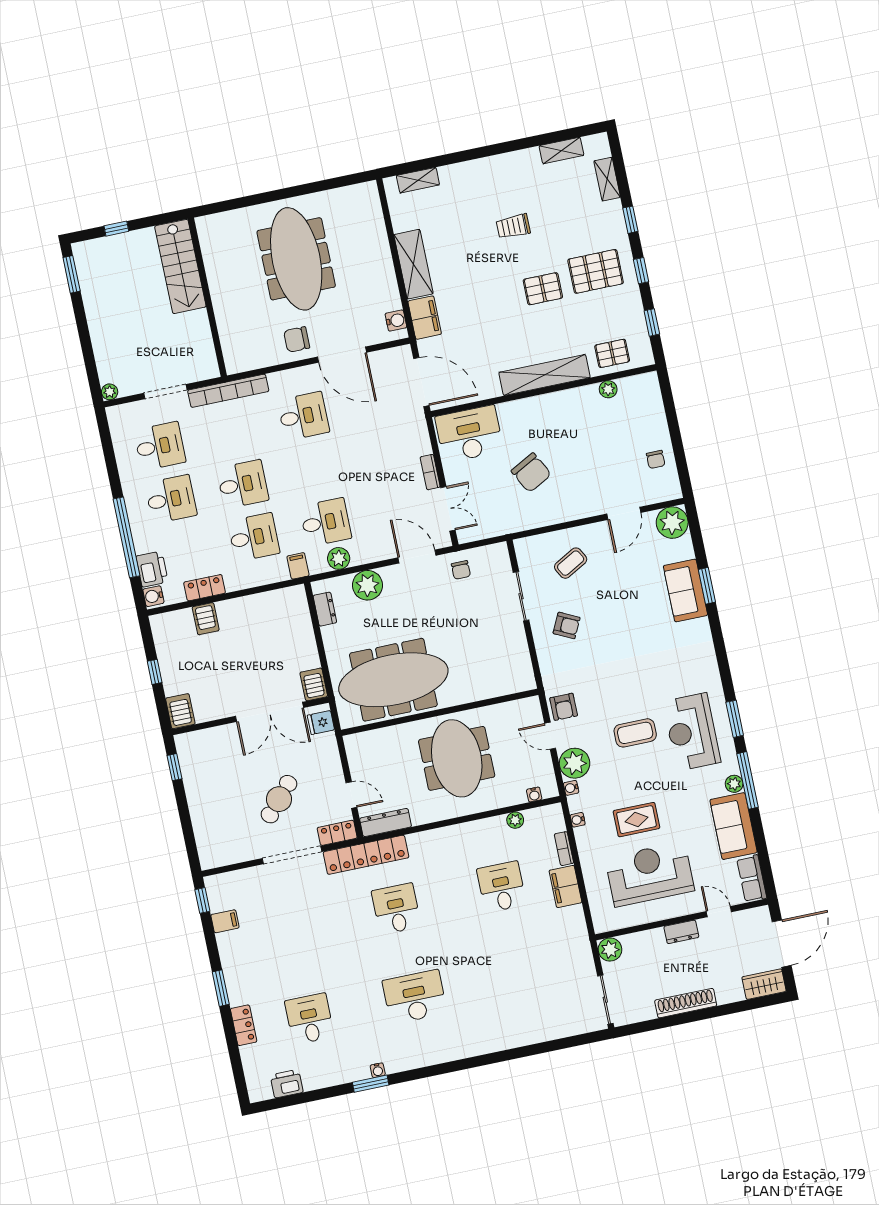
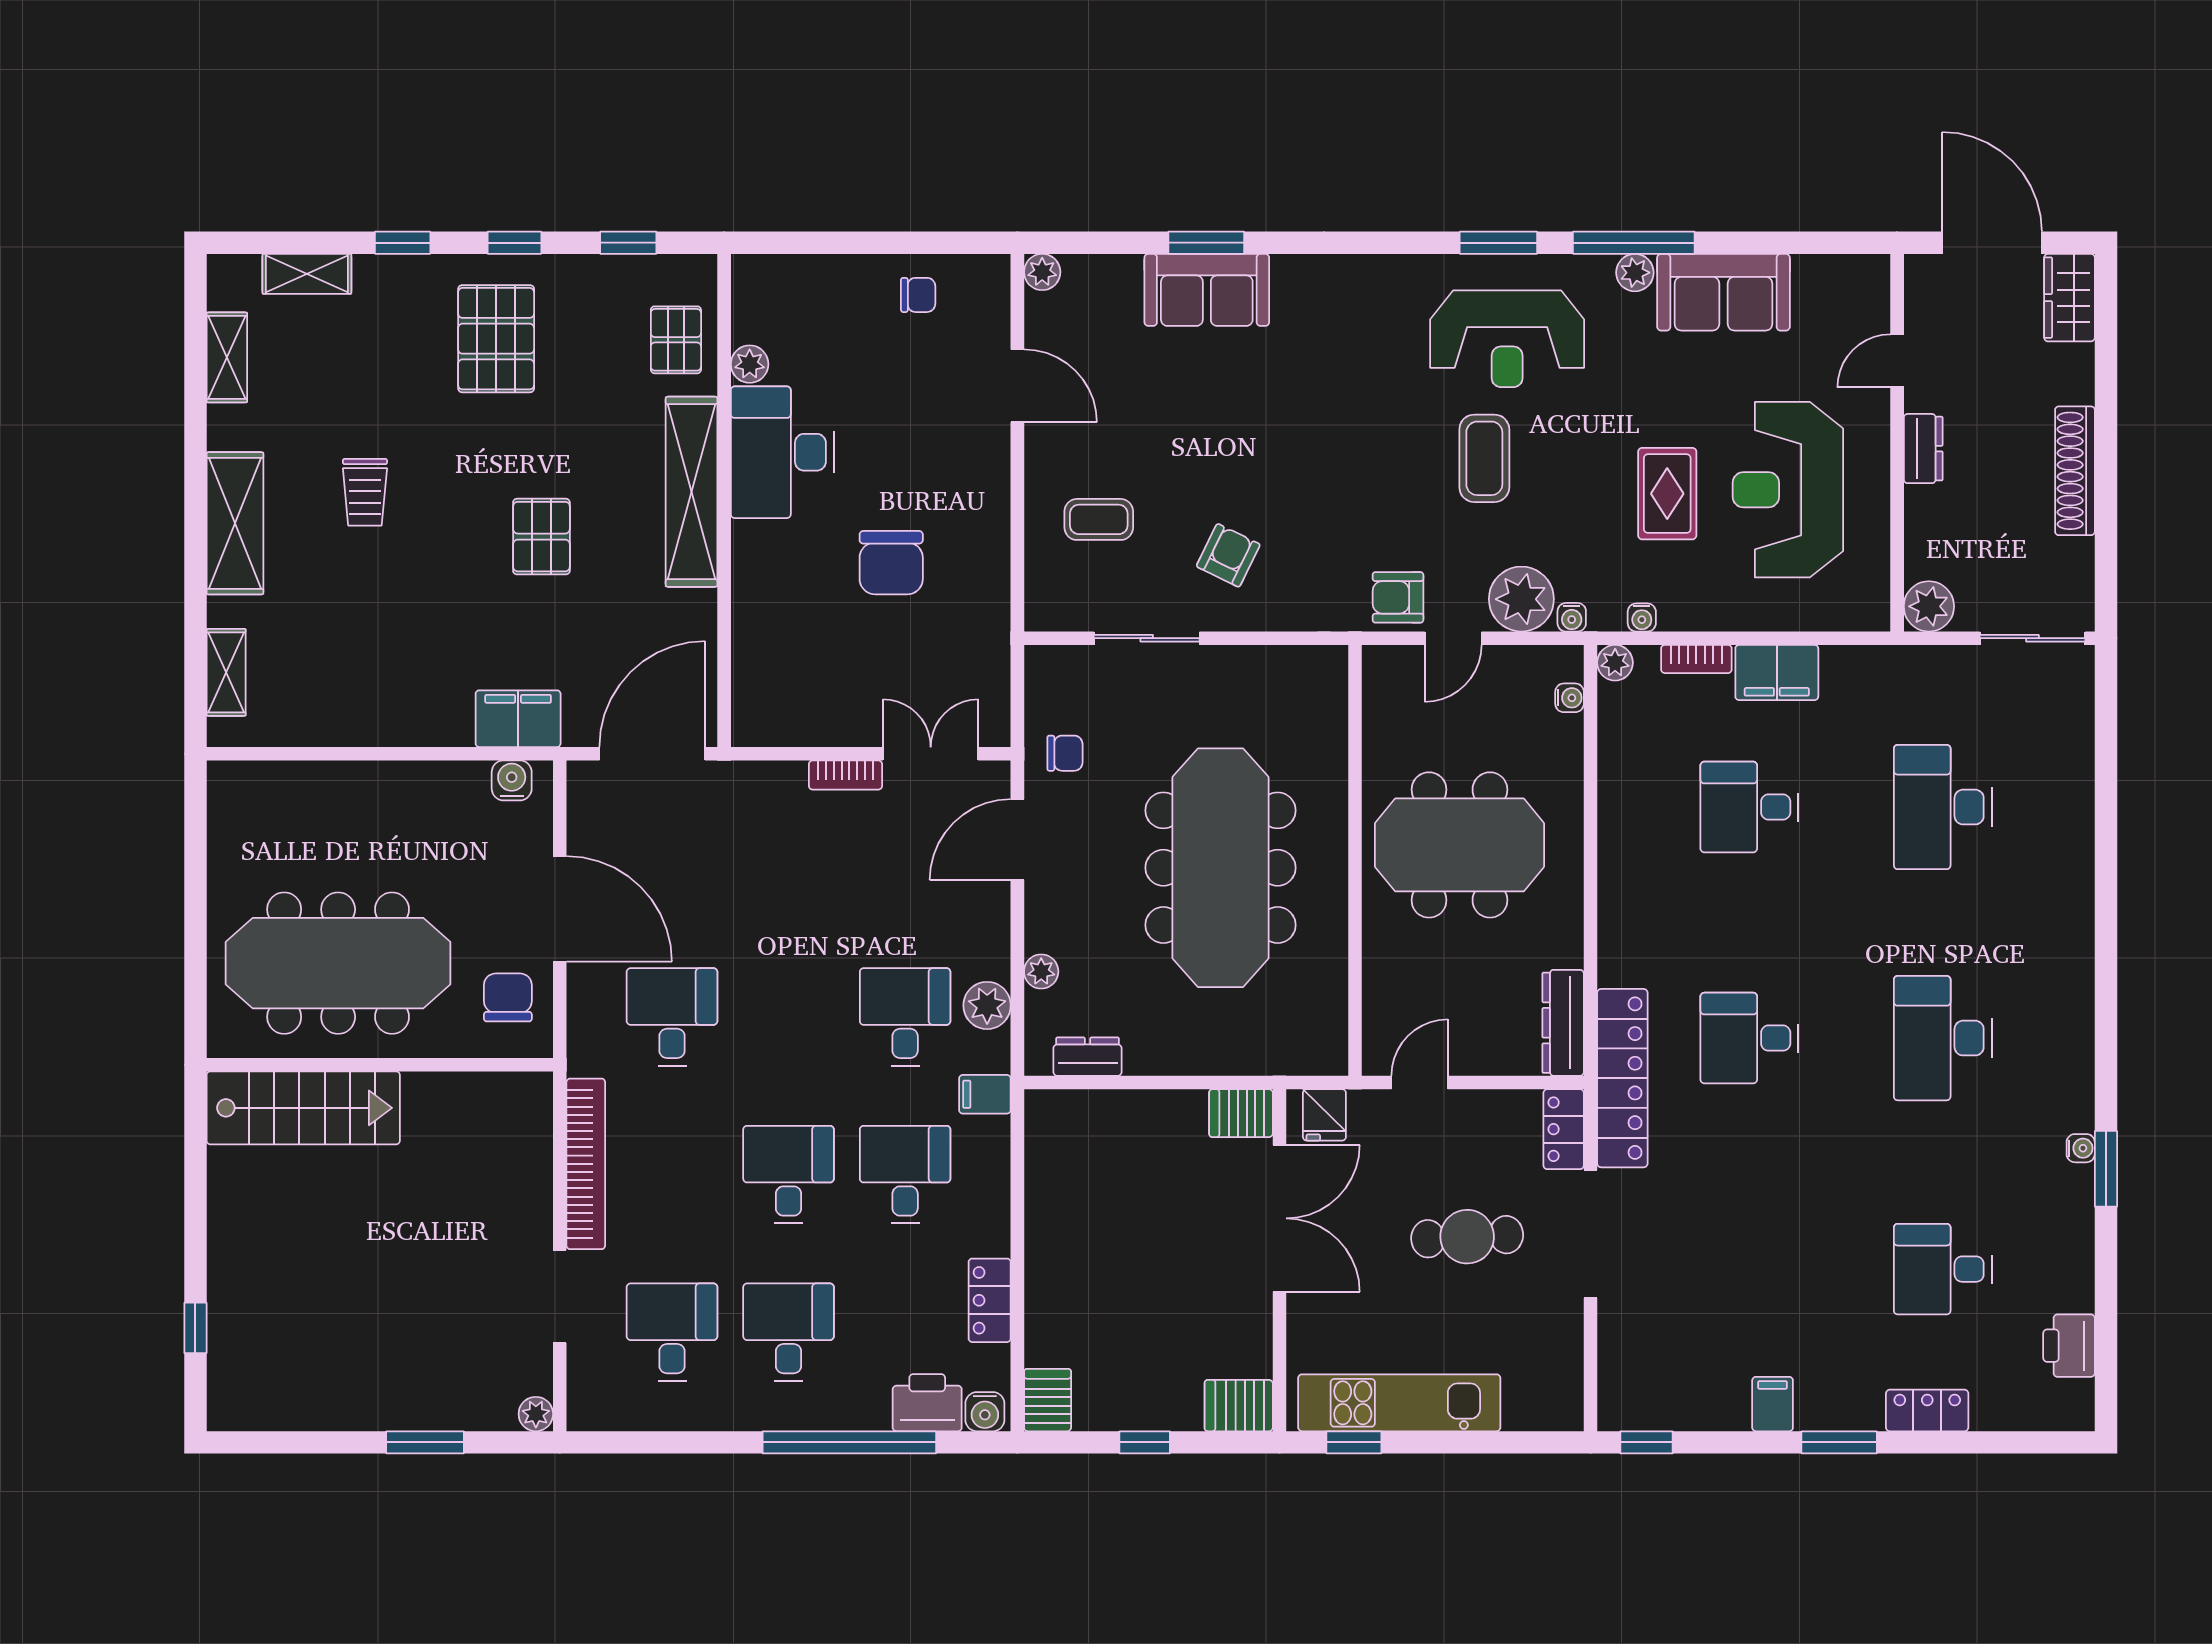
shelving: (413, 264) -> (235, 523), moved, turned 90
stairs: (180, 266) -> (303, 1108), moved
window: (72, 274) -> (425, 1442), moved
pallet: (543, 289) -> (541, 537), moved
wall: (207, 297) -> (380, 1065), moved
chair: (297, 339) -> (508, 997), turned 180
door: (342, 355) -> (560, 909), hinge flipped
desk: (469, 434) -> (782, 452), moved
chair: (531, 473) -> (891, 563), turned 118
plant: (672, 523) -> (1042, 272), width x0.53, depth x0.53
coffee table: (571, 563) -> (1099, 519), turned -61
plant: (367, 585) -> (1041, 971), width x0.53, depth x0.53
server rack: (206, 619) -> (1048, 1400), moved, turned -90
meeting table: (393, 680) -> (1220, 868), moved
armchair: (564, 707) -> (1398, 597), turned 180
kitchen unit: (197, 784) -> (1399, 1403), added
door: (351, 795) -> (1420, 1082), moved
cafe table: (279, 799) -> (1467, 1237), turned -45
plant: (515, 820) -> (1615, 663), moved
row of seats: (752, 879) -> (1842, 277), removed
filing cabinet: (225, 921) -> (1773, 1404), moved
desk: (520, 975) -> (1943, 807), added

